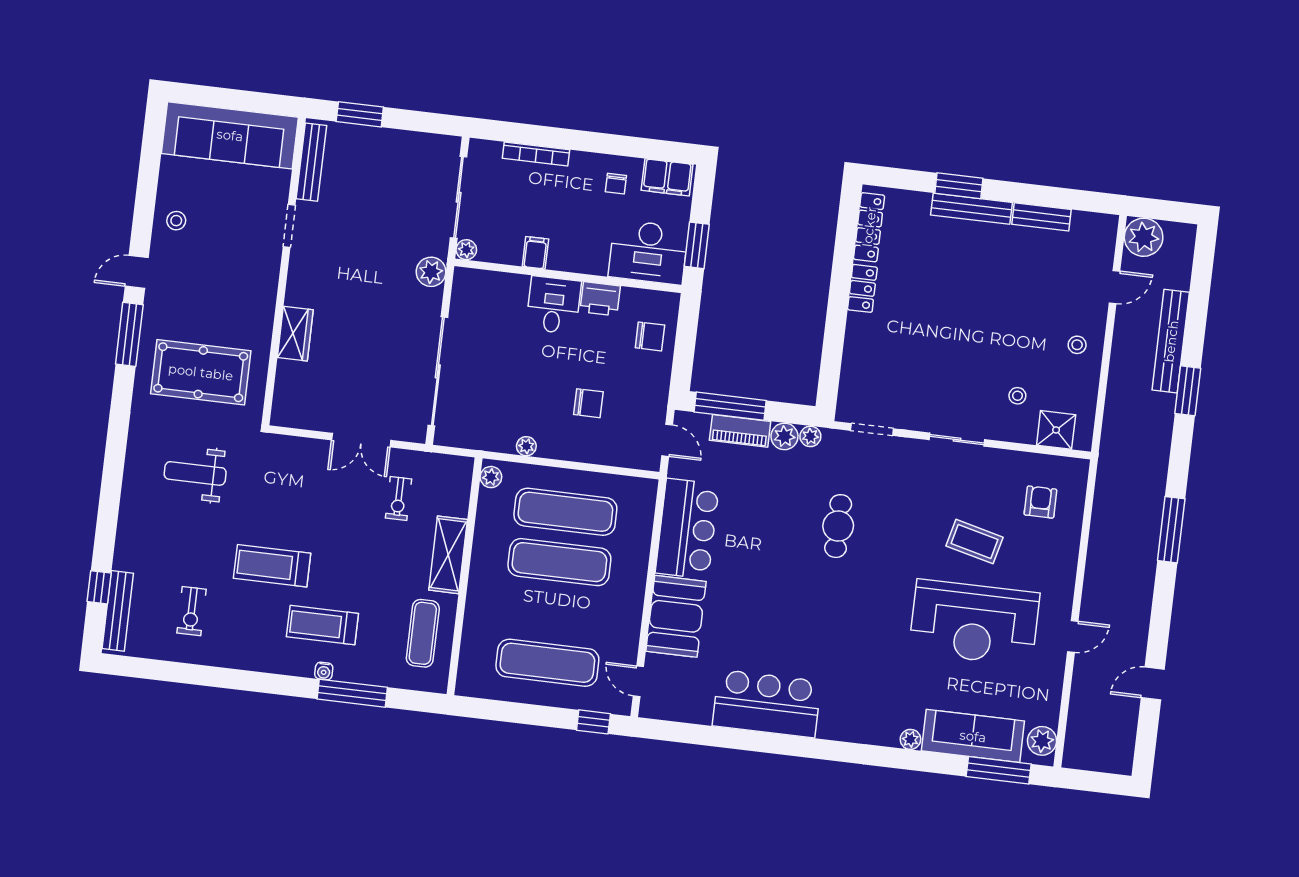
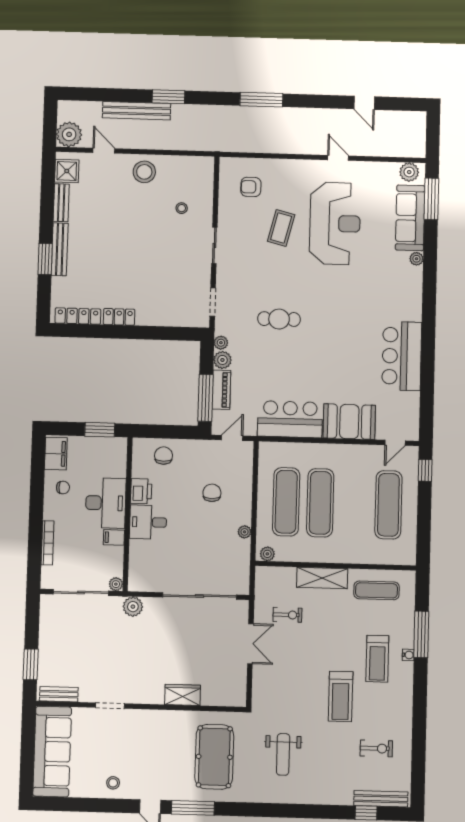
bench: (311, 162) -> (59, 694), width x0.73
desk: (648, 252) -> (106, 503), moved
stool: (1077, 345) -> (144, 172), width x1.89, depth x1.89
shower: (1056, 430) -> (67, 171), moved

